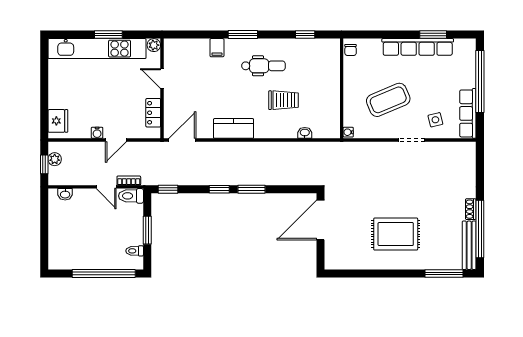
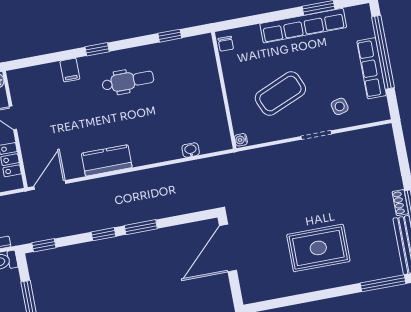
window: (243, 35) -> (97, 49), width x0.67
trolley: (284, 100) -> (159, 117), removed
row of seats: (468, 113) -> (372, 68), moved

